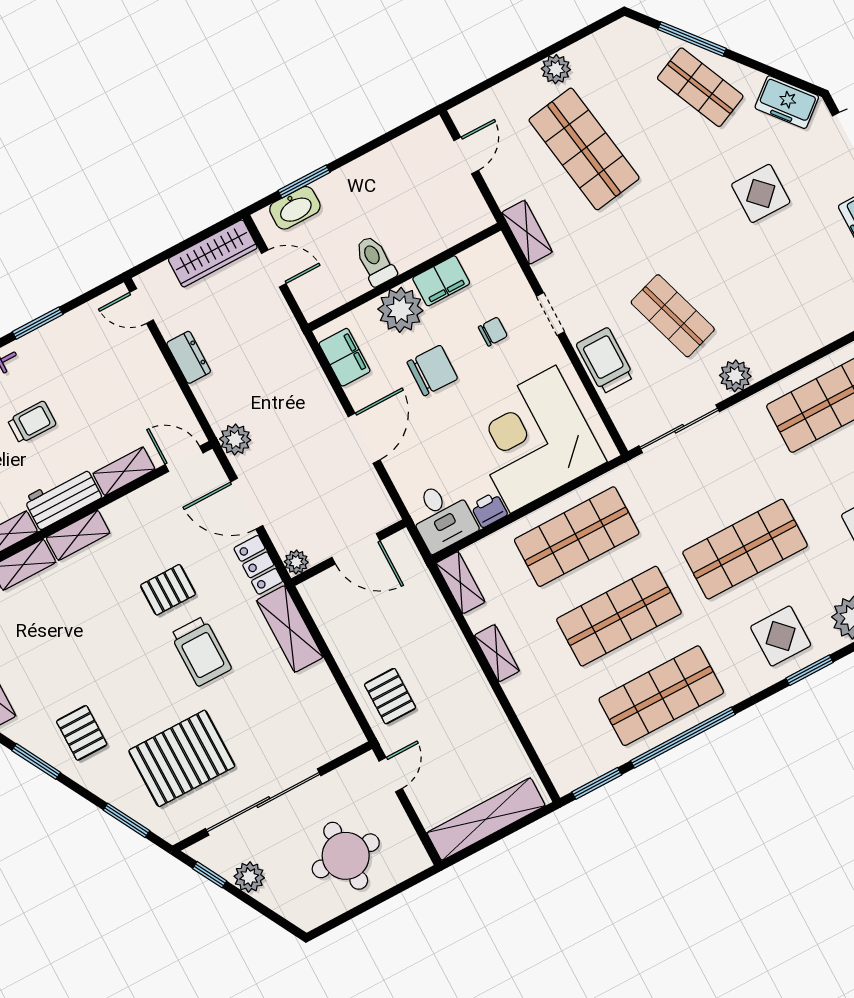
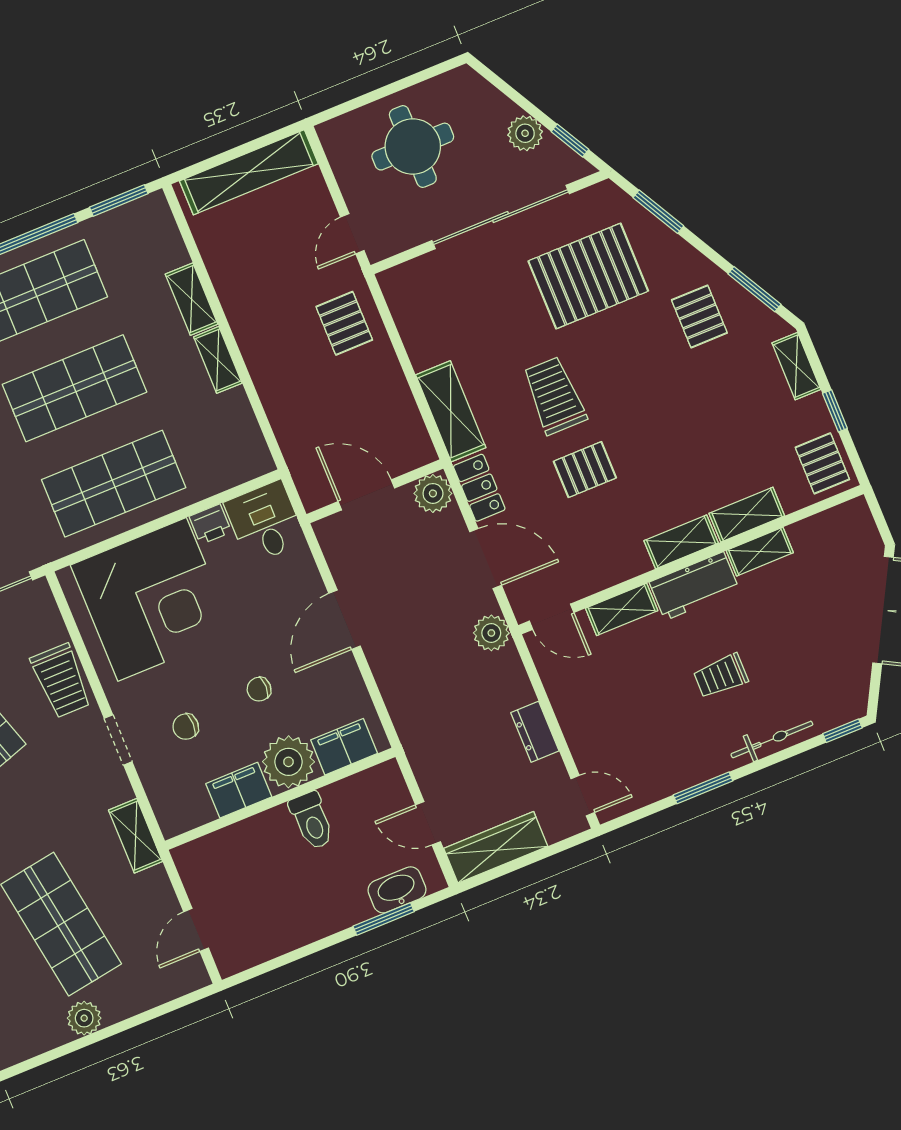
filing cabinet: (345, 357) -> (344, 747), moved, turned 90
chair: (432, 370) -> (259, 689), width x0.54, depth x0.54
plant: (296, 562) -> (433, 493), width x1.38, depth x1.38
shelving: (460, 583) -> (192, 299), moved

